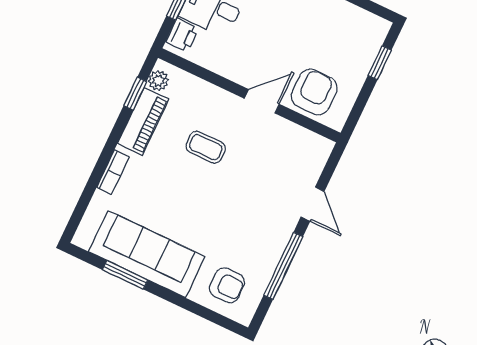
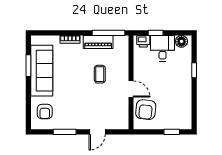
plant: (158, 81) -> (119, 40), removed
armchair: (314, 92) -> (146, 110), turned 96
window: (135, 94) -> (108, 33), width x2.17
window: (283, 266) -> (65, 132), width x0.69

